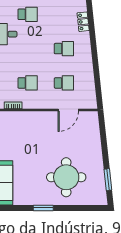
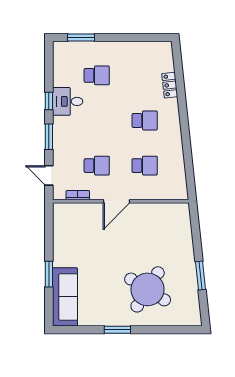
door: (68, 110) -> (116, 201), moved
round table: (66, 177) -> (148, 289), turned 32
window: (108, 180) -> (200, 275), moved

